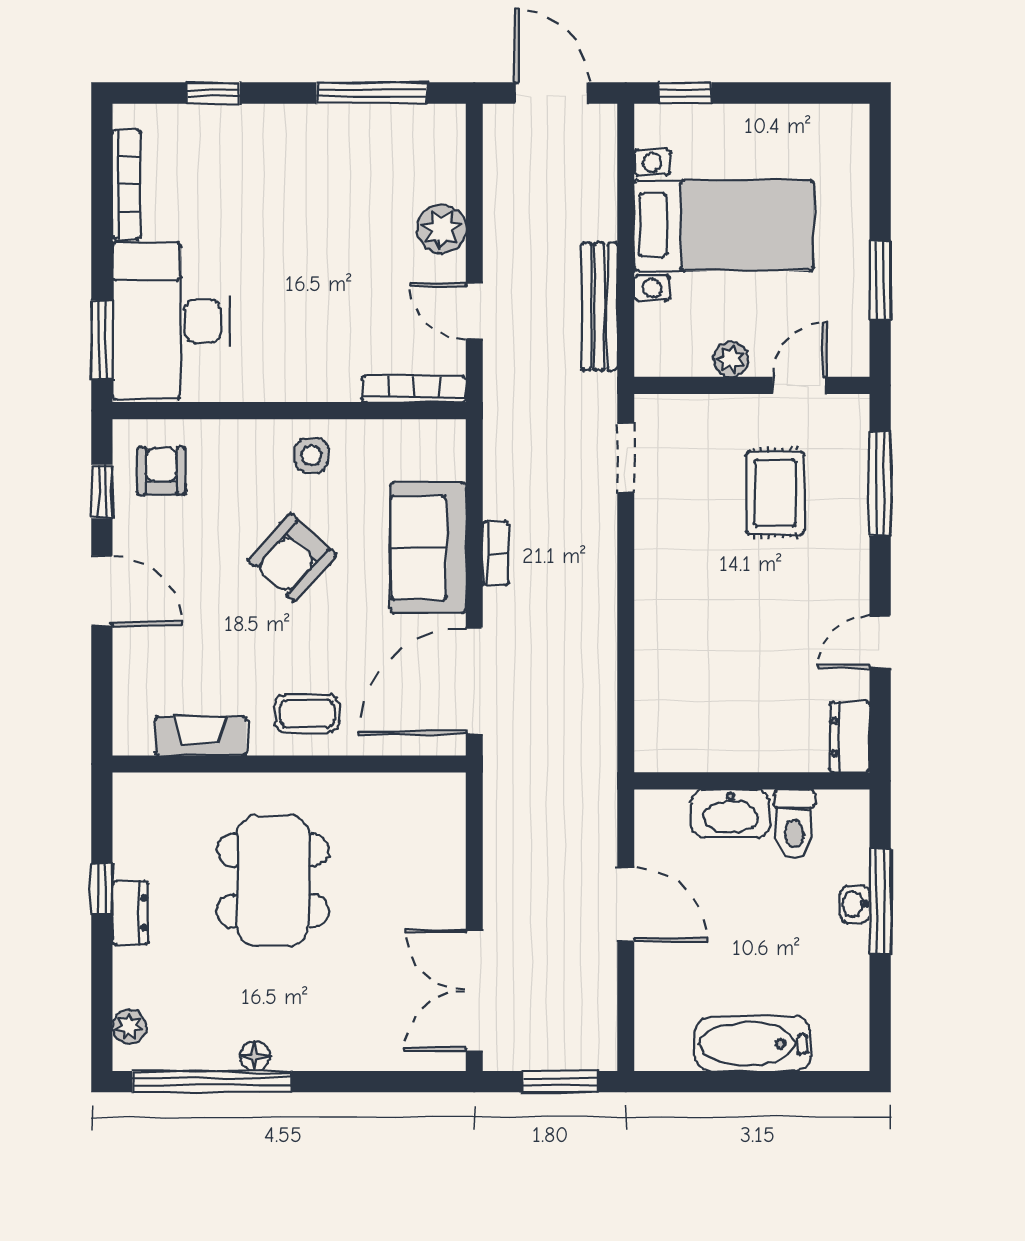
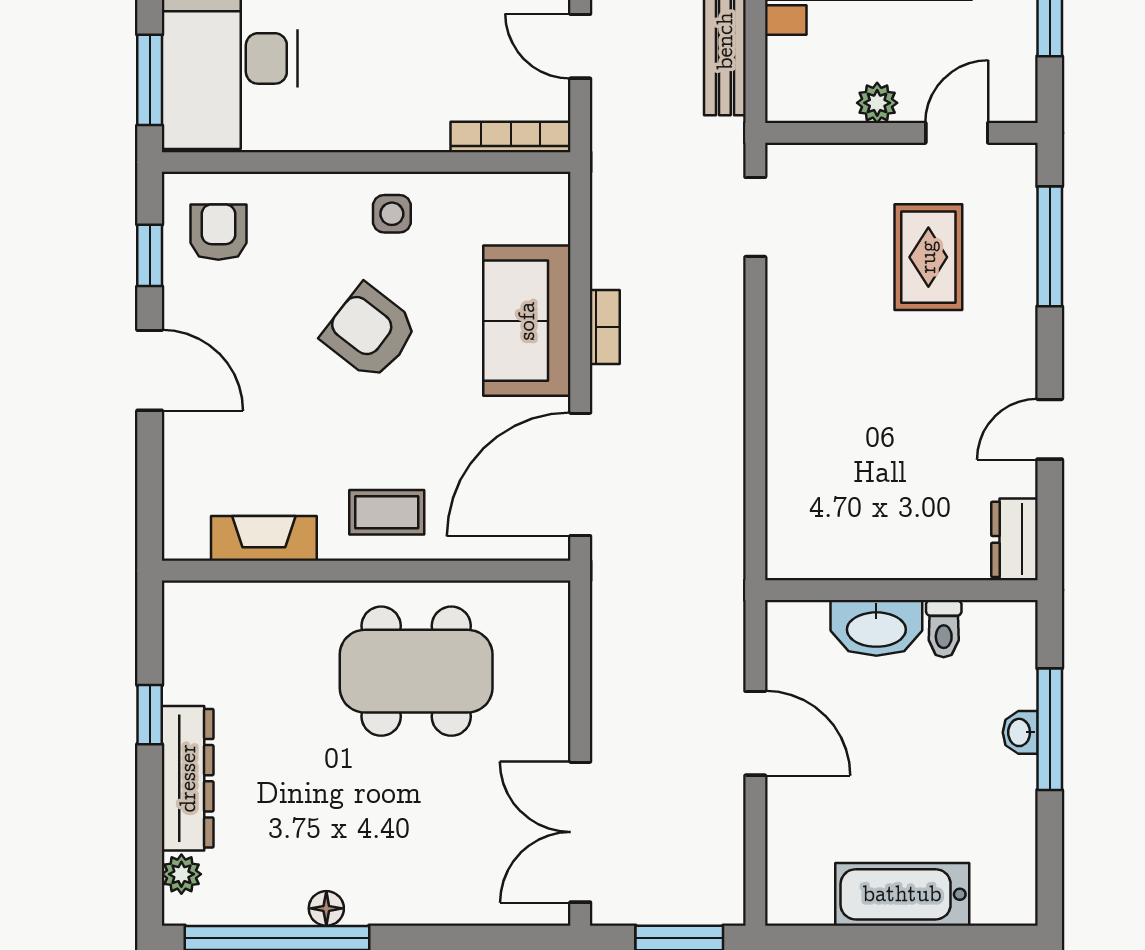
armchair: (292, 558) -> (370, 332), turned 86
toilet: (794, 824) -> (944, 629), width x0.73, depth x0.72
dining table: (273, 881) -> (416, 671), moved, turned 90
dresser: (130, 913) -> (188, 778), width x1.96, depth x1.24

